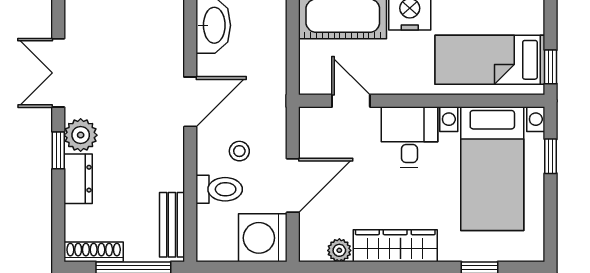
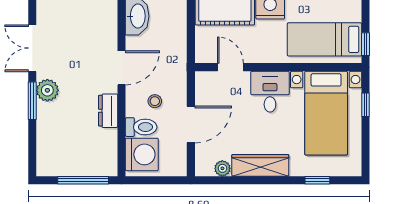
window: (58, 150) -> (32, 101), width x1.50
dresser: (78, 179) -> (108, 111), moved, turned 180
bench: (172, 225) -> (109, 151), removed
washing machine: (263, 238) -> (142, 154), moved, turned 180
shoe rack: (94, 252) -> (56, 169), removed

